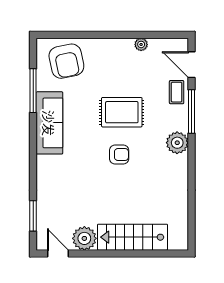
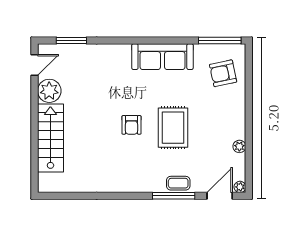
armchair: (66, 61) -> (223, 73), width x0.73, depth x0.73
window: (33, 91) -> (220, 40), moved
coffee table: (177, 92) -> (178, 183), moved
plant: (177, 143) -> (240, 187), moved, width x0.53, depth x0.53

